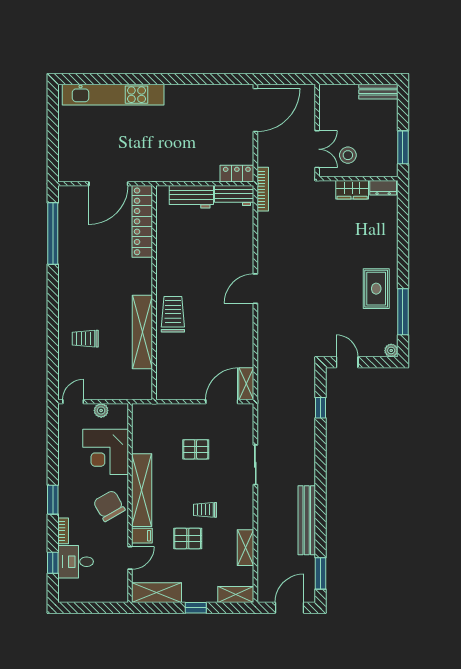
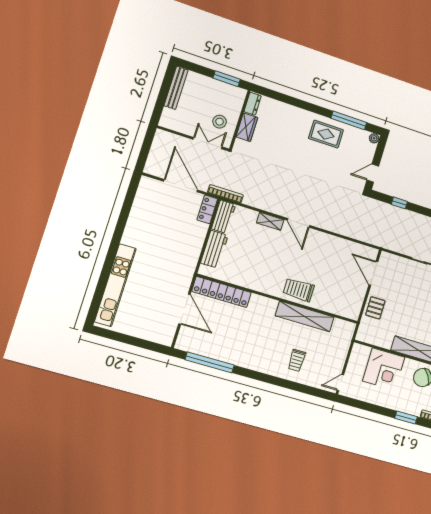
bench: (378, 92) -> (176, 88), width x1.36
door: (255, 110) -> (181, 186), moved
shelving: (246, 384) -> (270, 221), moved
door: (73, 402) -> (340, 383), hinge flipped
plant: (101, 410) -> (353, 364), removed
pallet: (196, 449) -> (375, 308), moved

